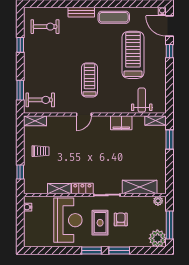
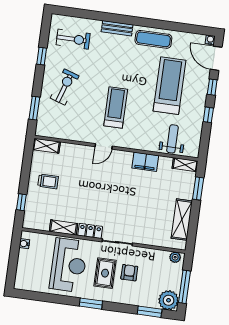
window: (170, 75) -> (208, 115), added
exercise bike: (40, 100) -> (65, 87), moved, turned -72
shelving: (140, 187) -> (182, 220), moved, turned 90
window: (119, 250) -> (150, 312), moved

